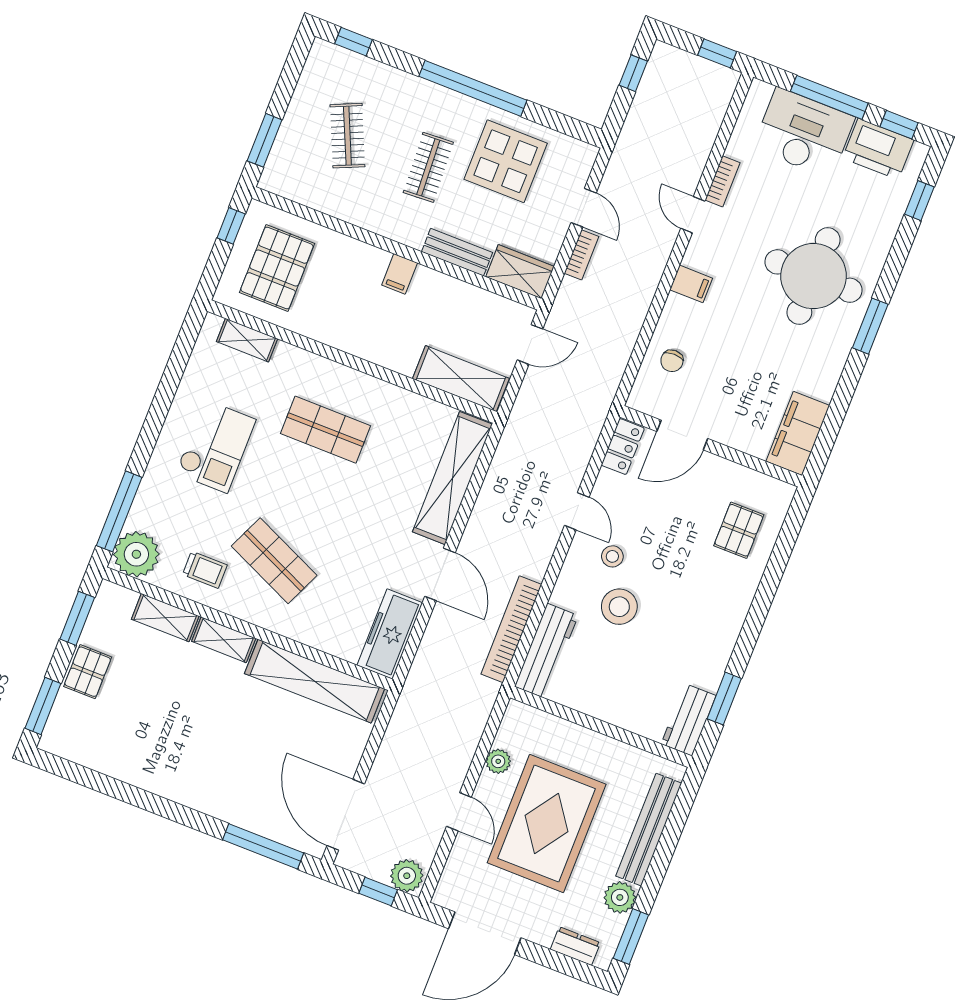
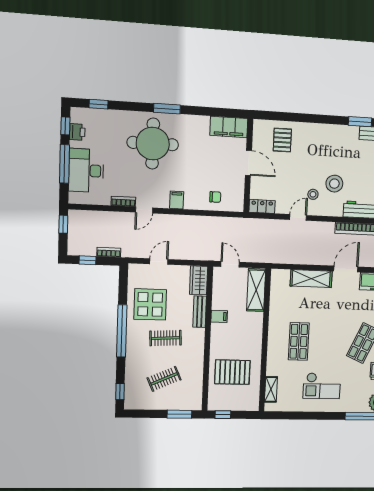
printer: (878, 149) -> (77, 132), width x0.53, depth x0.68
bookcase: (581, 255) -> (109, 252), moved
pallet: (277, 268) -> (232, 372), moved
filing cabinet: (400, 274) -> (219, 316), moved
door: (682, 435) -> (248, 163), moved
checkout: (216, 446) -> (322, 386), turned 180
shelving: (452, 478) -> (311, 279), width x0.68
pallet: (739, 530) -> (282, 140), turned 90

